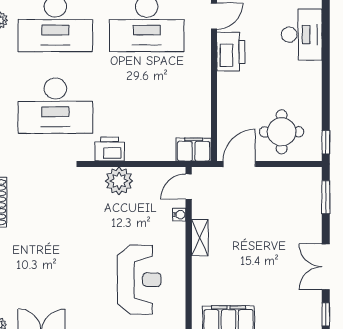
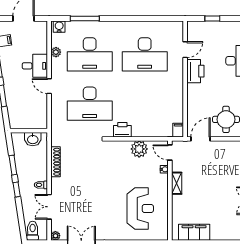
filing cabinet: (194, 150) -> (178, 130), width x0.50
plant: (119, 181) -> (139, 149), moved
door: (189, 187) -> (170, 152), hinge flipped

